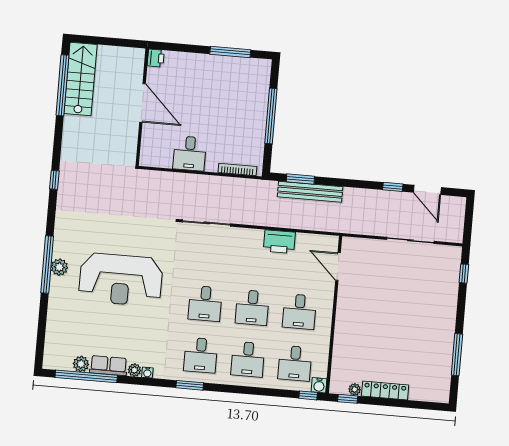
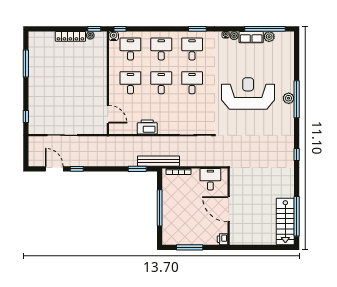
printer: (156, 58) -> (223, 239), moved
door: (142, 103) -> (229, 209), moved
wall: (142, 107) -> (229, 207), moved
bench: (310, 192) -> (158, 161), moved

